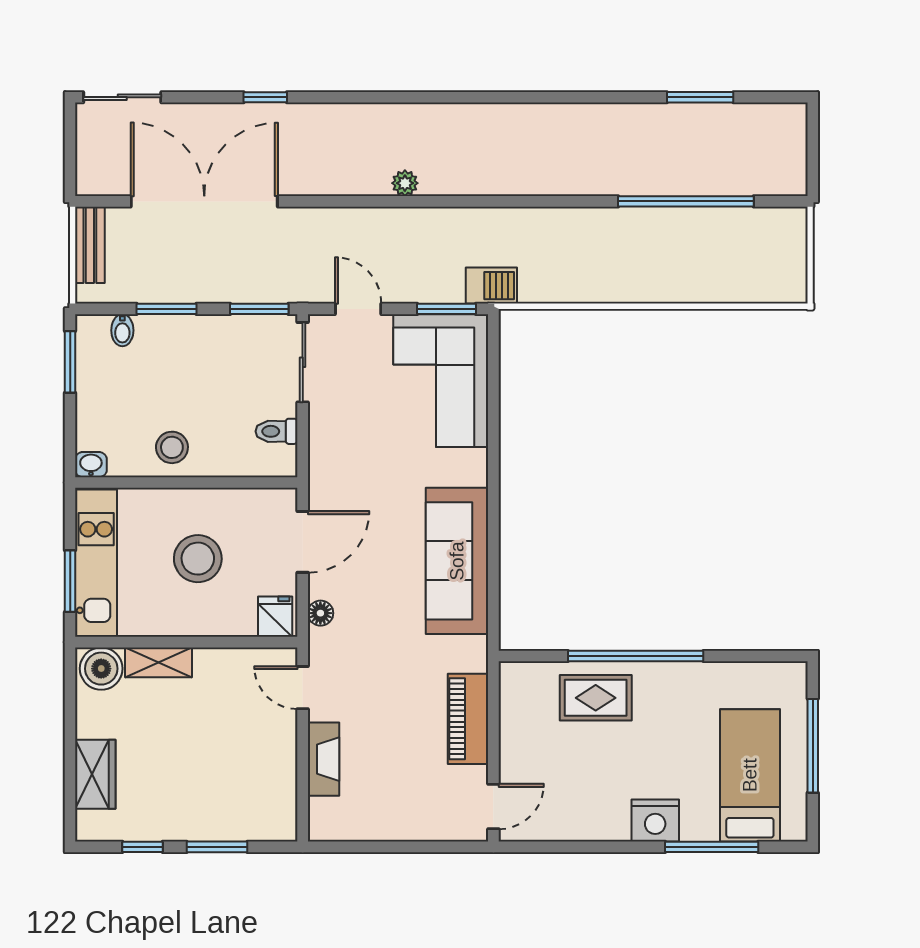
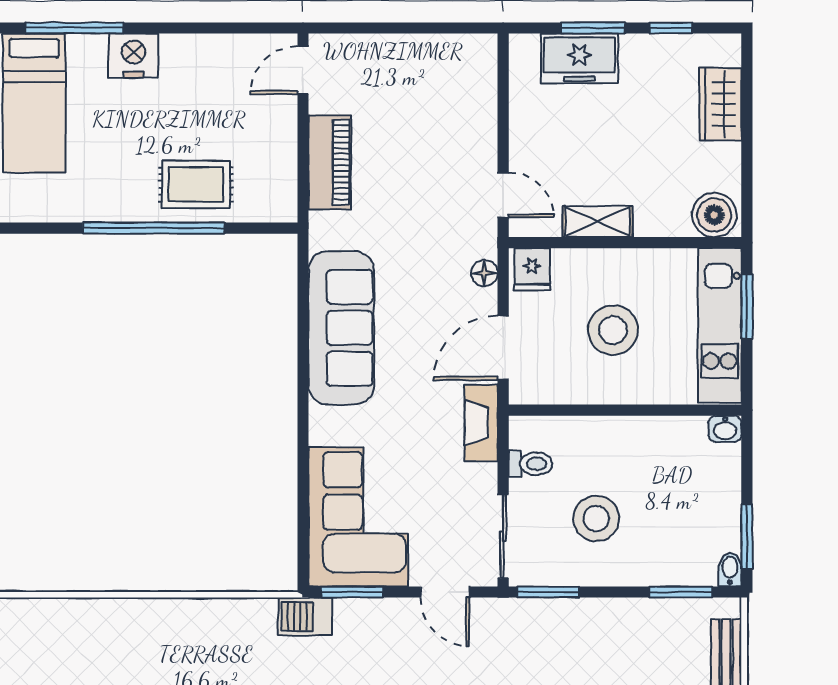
window: (167, 309) -> (681, 592), moved
bidet: (122, 330) -> (730, 570), moved
stool: (172, 447) -> (596, 518), moved, width x1.38, depth x1.38
shelving: (159, 662) -> (598, 222), moved
fireplace: (323, 759) -> (481, 423), moved
freezer: (230, 818) -> (579, 58), added

